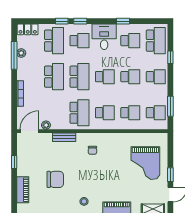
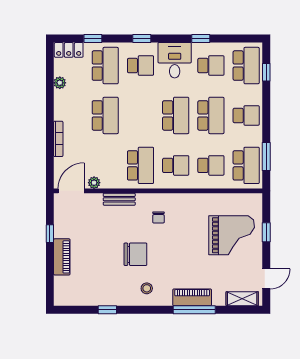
window: (62, 21) -> (93, 39), moved
window: (14, 55) -> (50, 86), removed
window: (170, 57) -> (266, 72), moved
school desk: (79, 77) -> (140, 115), removed
school desk: (105, 77) -> (176, 115), width x1.85
school desk: (130, 77) -> (211, 115), width x1.85
school desk: (156, 113) -> (246, 165), width x1.85
grand piano: (145, 163) -> (232, 235), turned -90
window: (170, 175) -> (266, 232), moved
chair: (55, 179) -> (135, 254), moved
piano: (23, 190) -> (62, 257), moved

